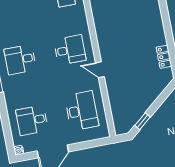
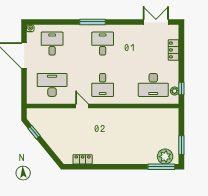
door: (100, 70) -> (82, 106), hinge flipped
desk: (82, 111) -> (52, 85), turned 180

